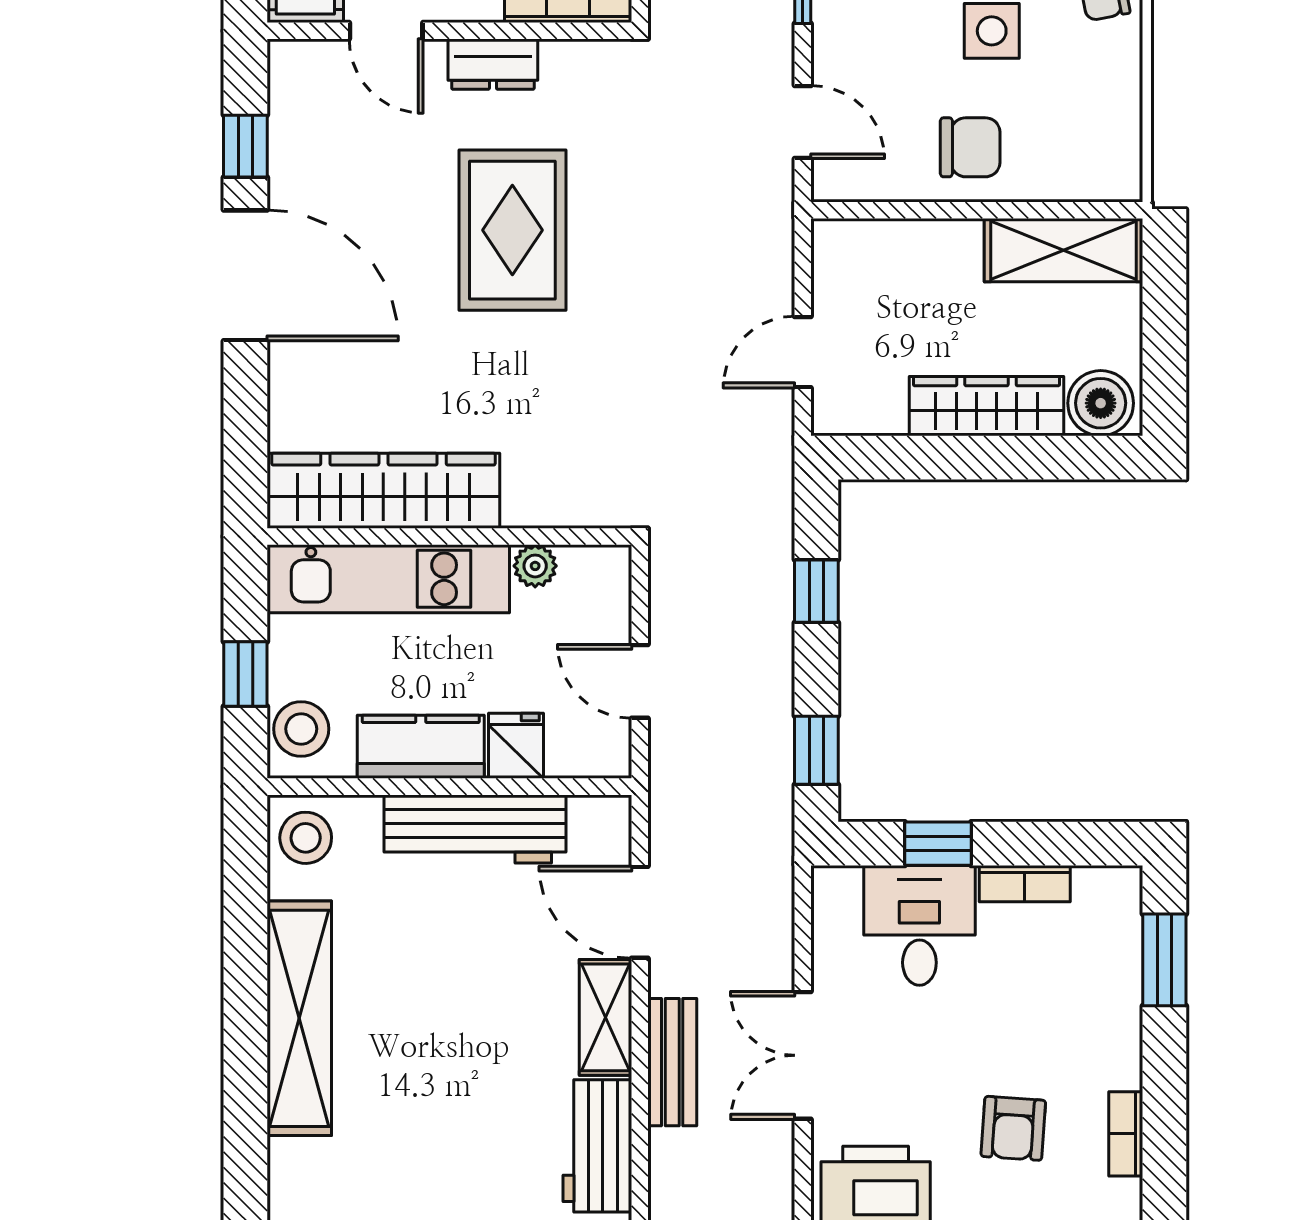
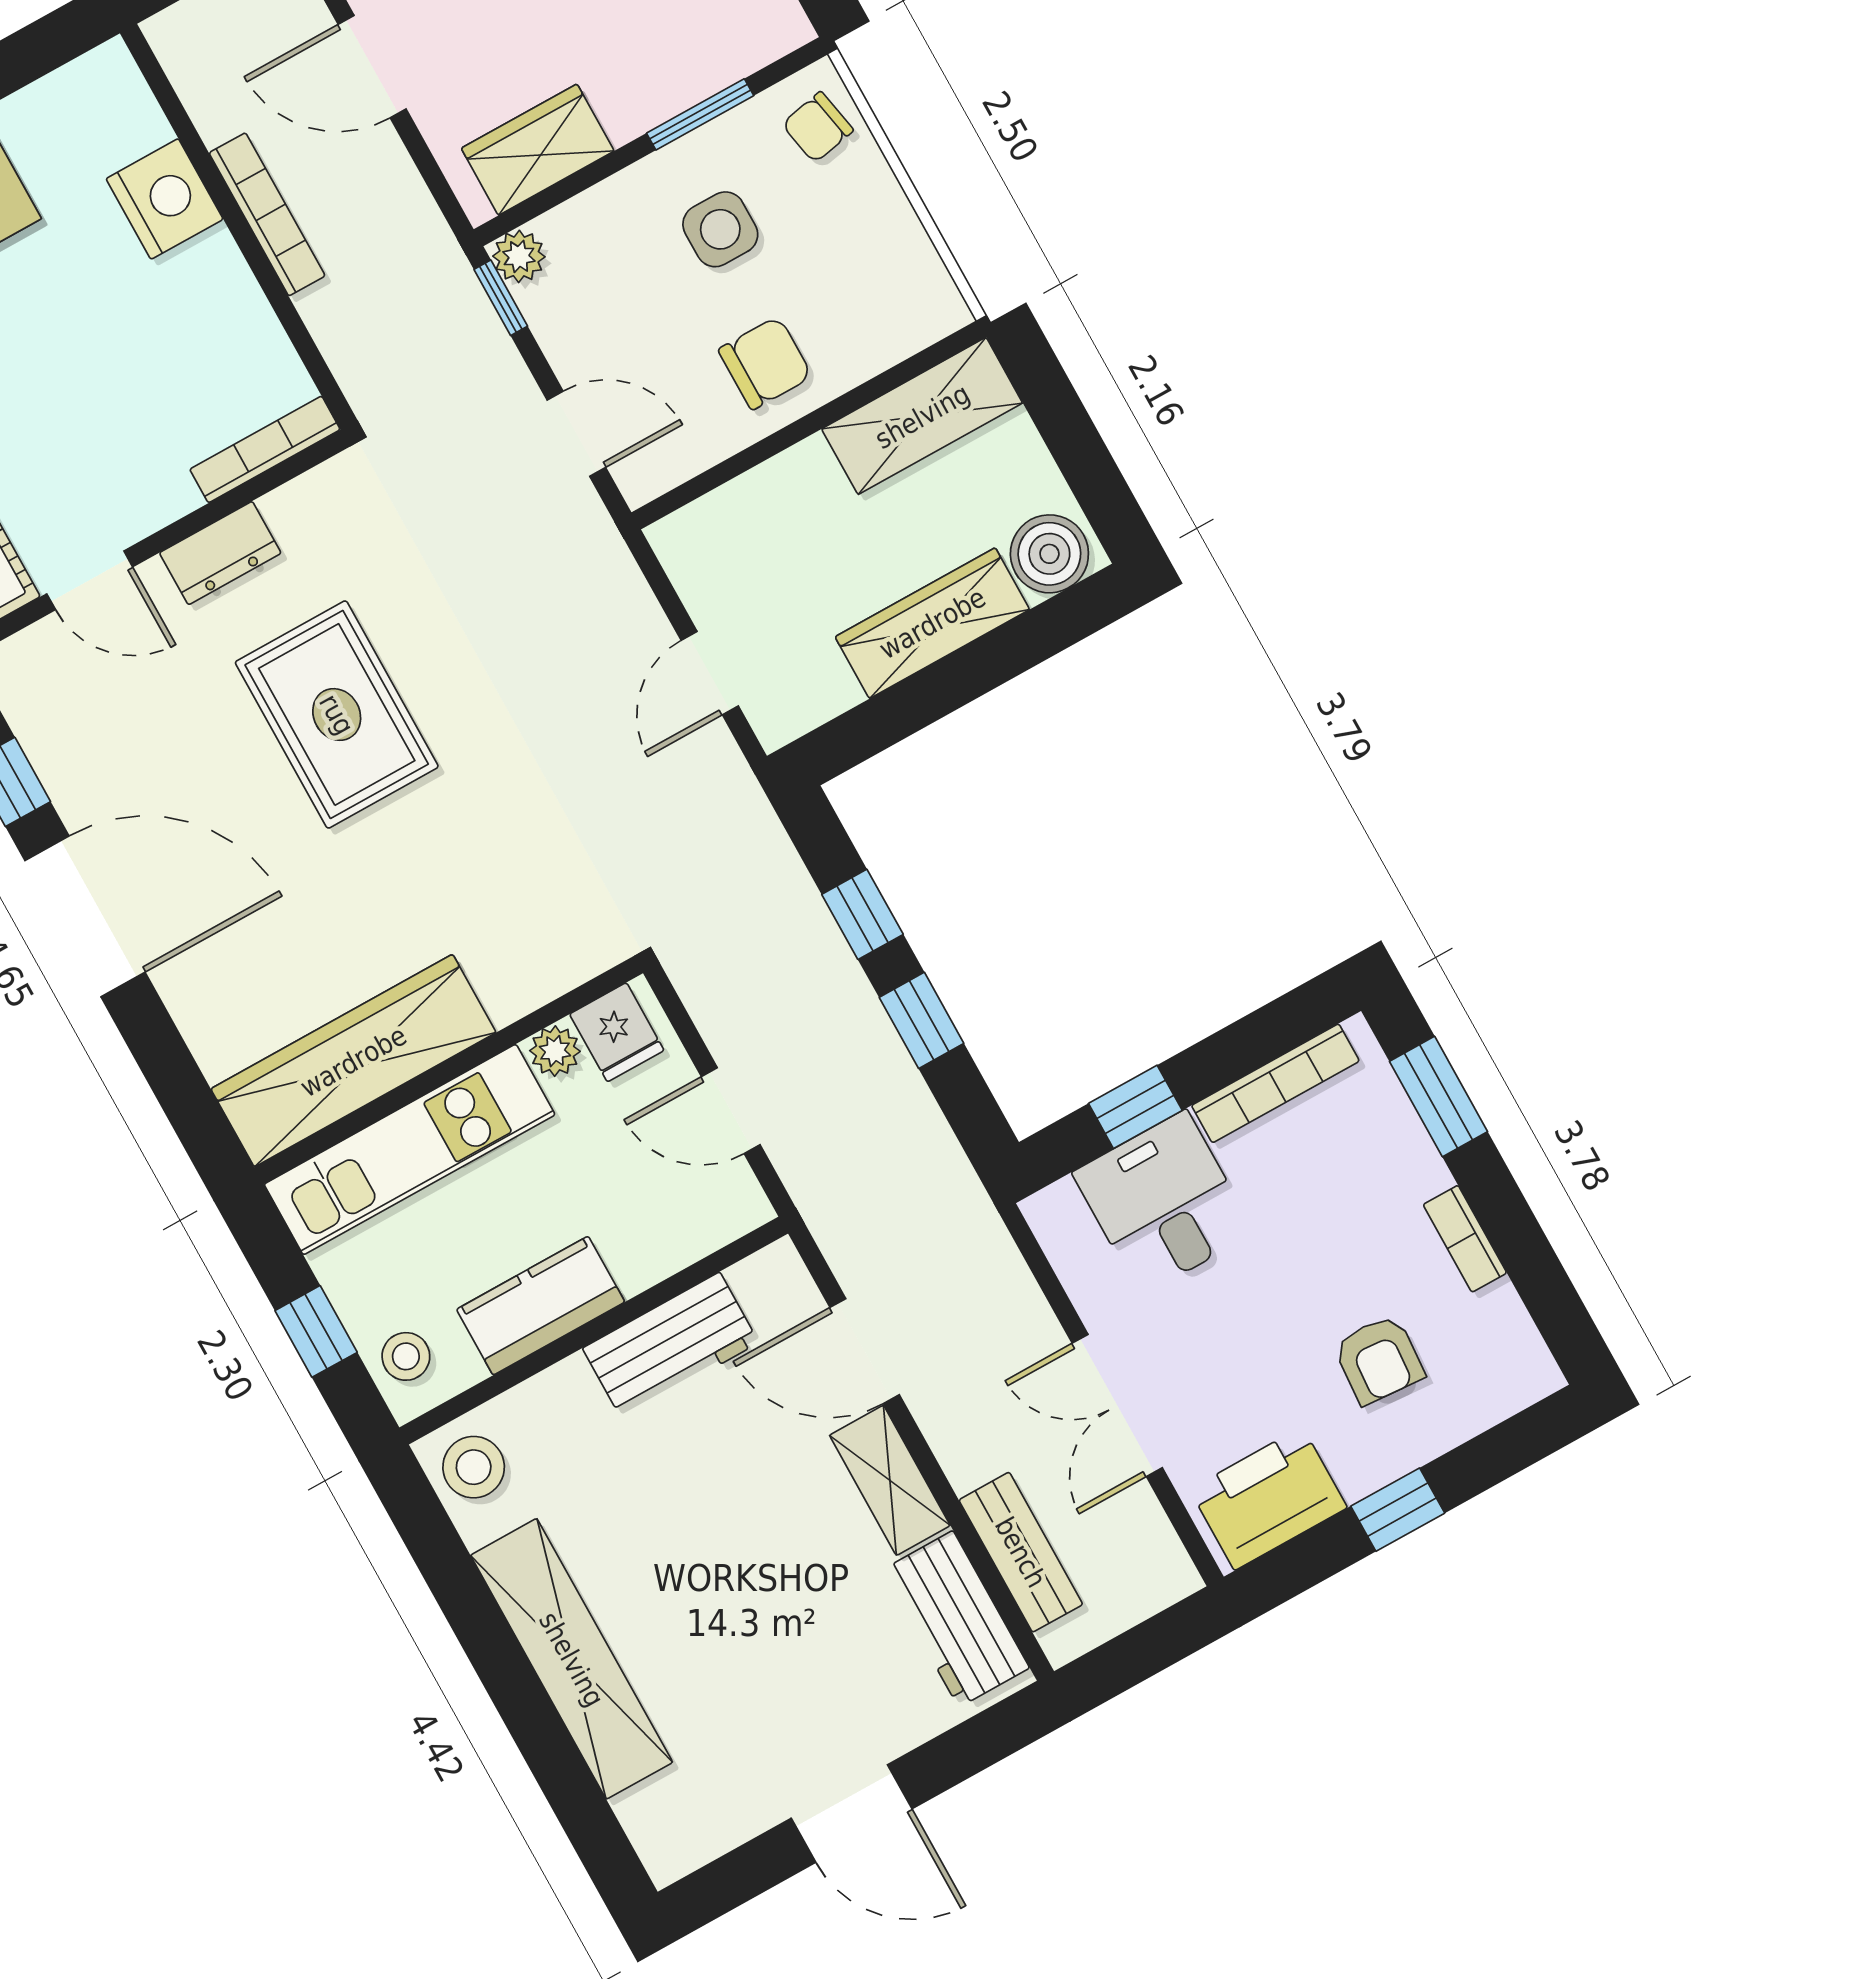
stool: (301, 729) -> (406, 1356), width x0.73, depth x0.73
fridge: (516, 746) -> (617, 1032), moved, turned 180
window: (816, 750) -> (922, 1020), moved
workbench: (475, 829) -> (671, 1345), width x0.73
bookcase: (1025, 884) -> (1275, 1083), width x1.56
bench: (672, 1062) -> (1021, 1552), moved
bookcase: (1126, 1134) -> (1465, 1239), moved

